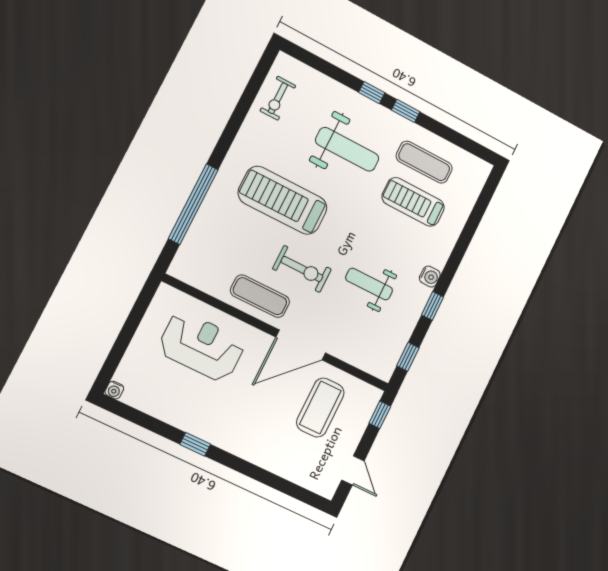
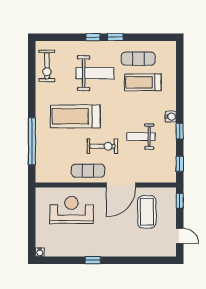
exercise bike: (278, 98) -> (47, 66), width x1.38, depth x1.39

